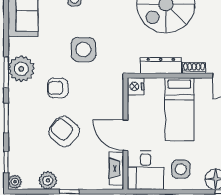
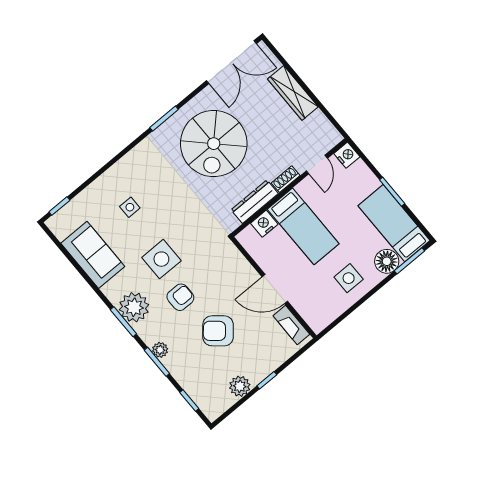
side table: (83, 50) -> (161, 259), moved
nightstand: (136, 86) -> (264, 224), moved, turned 90
armchair: (58, 88) -> (180, 297), turned 180
desk: (146, 170) -> (318, 305), removed
plant: (15, 182) -> (160, 350), moved

